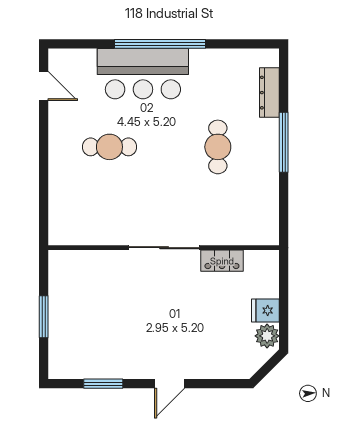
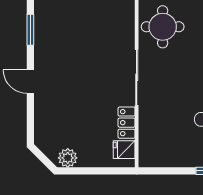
round table: (99, 215) -> (163, 27), added
fridge: (265, 311) -> (124, 150), moved, turned -90

